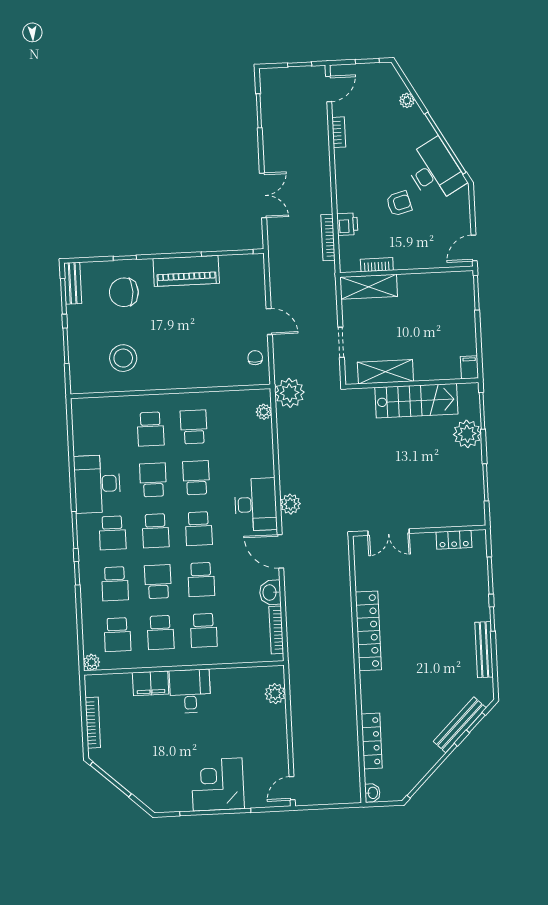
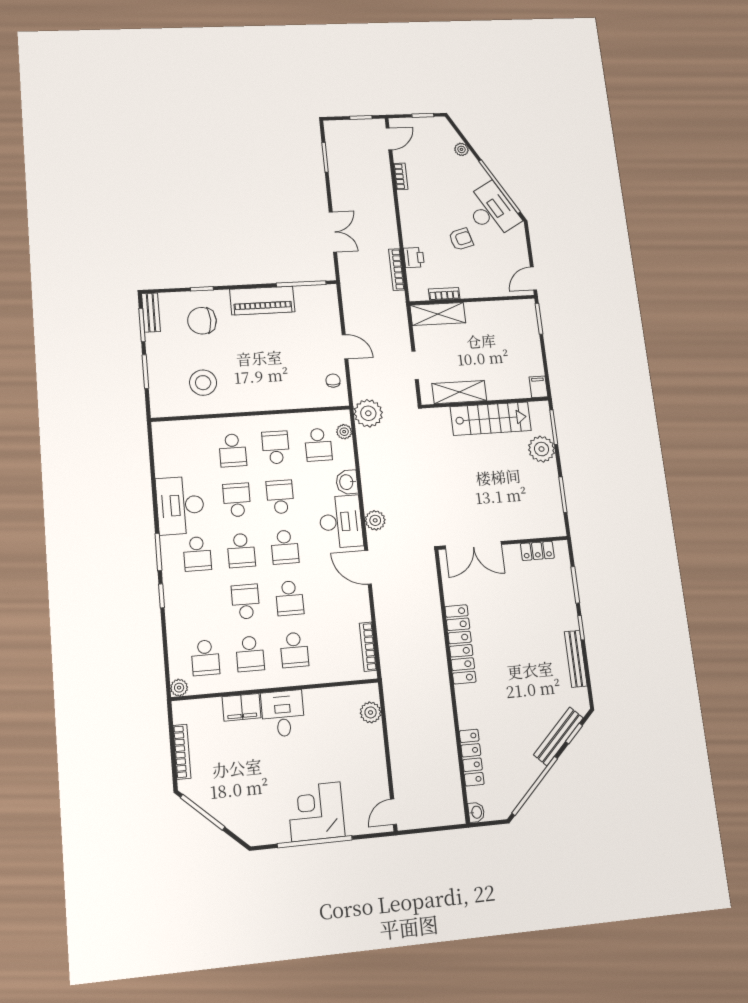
double door: (389, 532) -> (473, 545), width x1.37
school desk: (115, 584) -> (318, 445), moved
washbasin: (270, 592) -> (347, 482), moved

